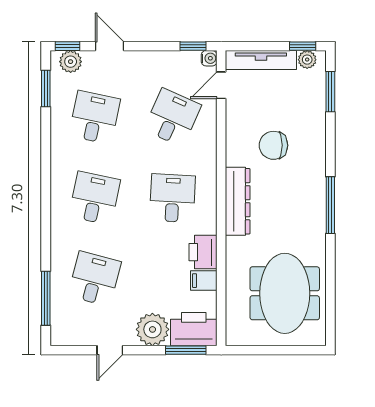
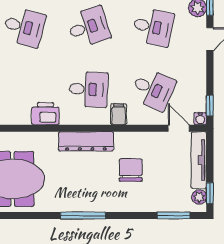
desk: (94, 198) -> (89, 27), turned -30
filing cabinet: (204, 281) -> (119, 114), moved

